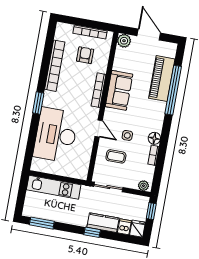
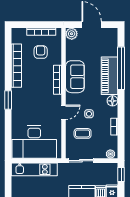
piano: (162, 79) -> (109, 76), moved
door: (99, 129) -> (63, 112), hinge flipped
desk: (56, 135) -> (34, 142), moved, turned -90
floor lamp: (154, 138) -> (112, 101), moved

